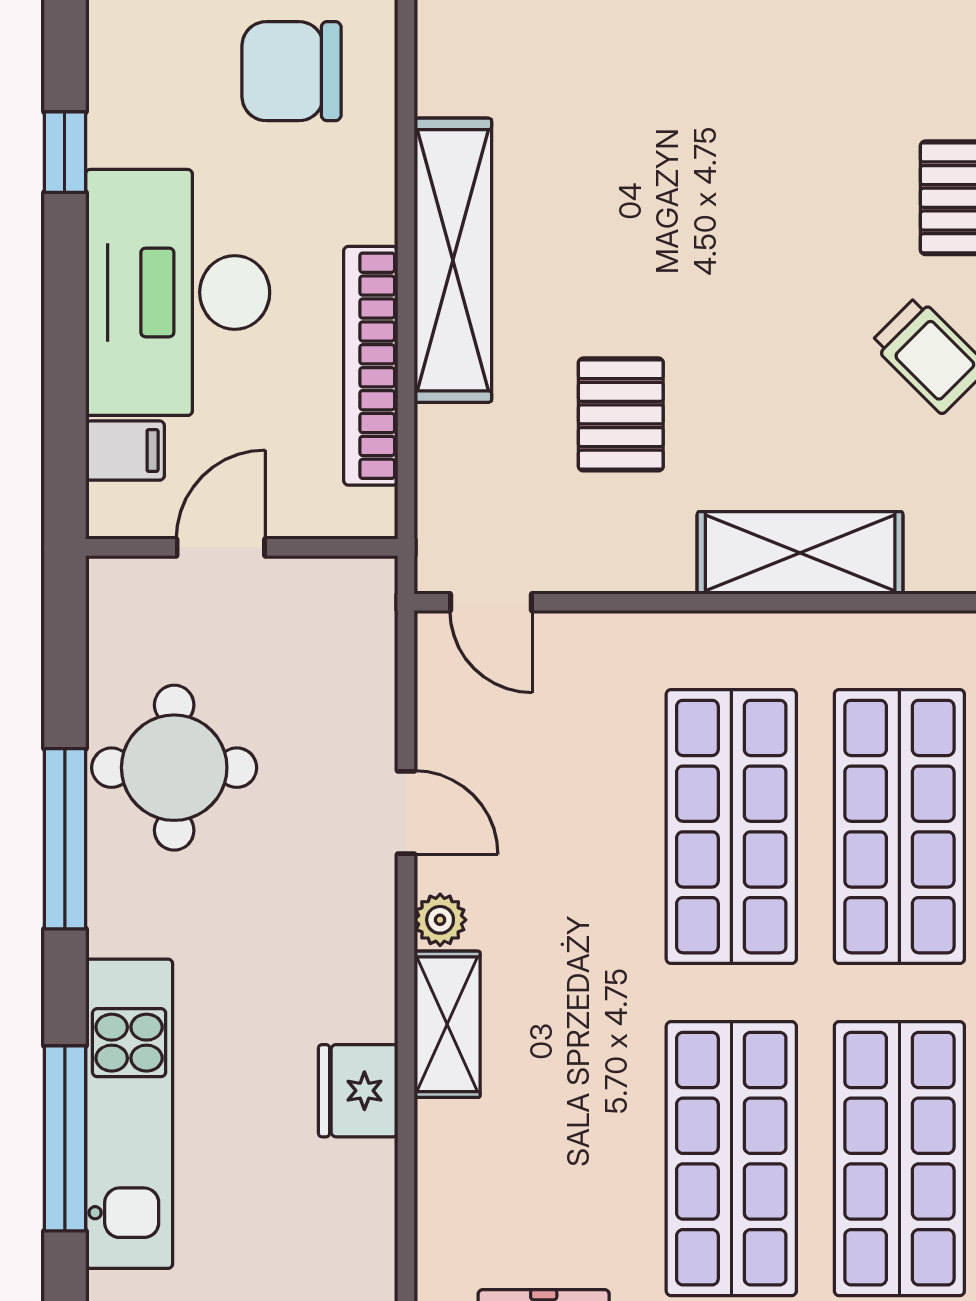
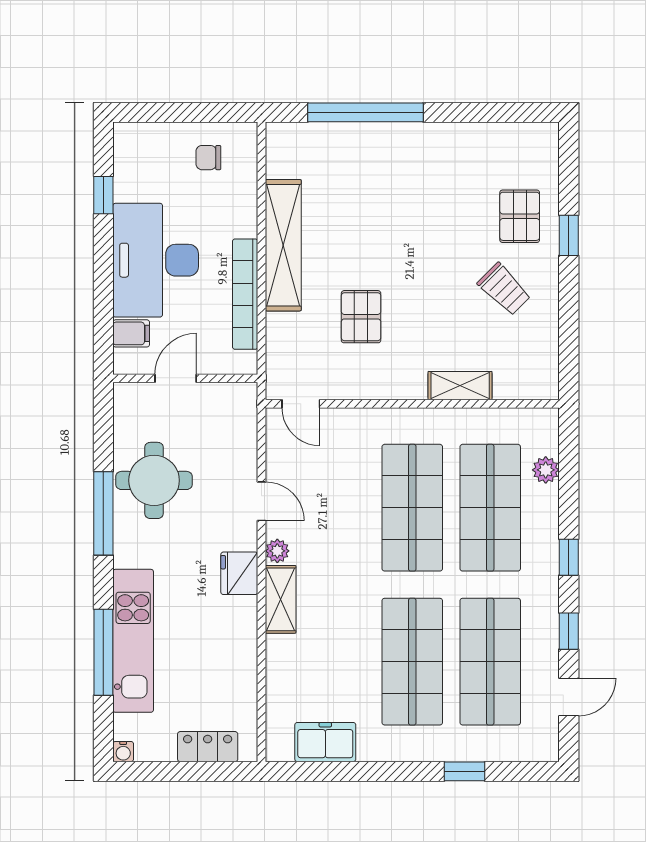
chair: (292, 71) -> (208, 158), width x0.54, depth x0.54
shelving: (800, 553) -> (460, 386), width x0.67, depth x0.75
fridge: (358, 1091) -> (239, 573), moved

